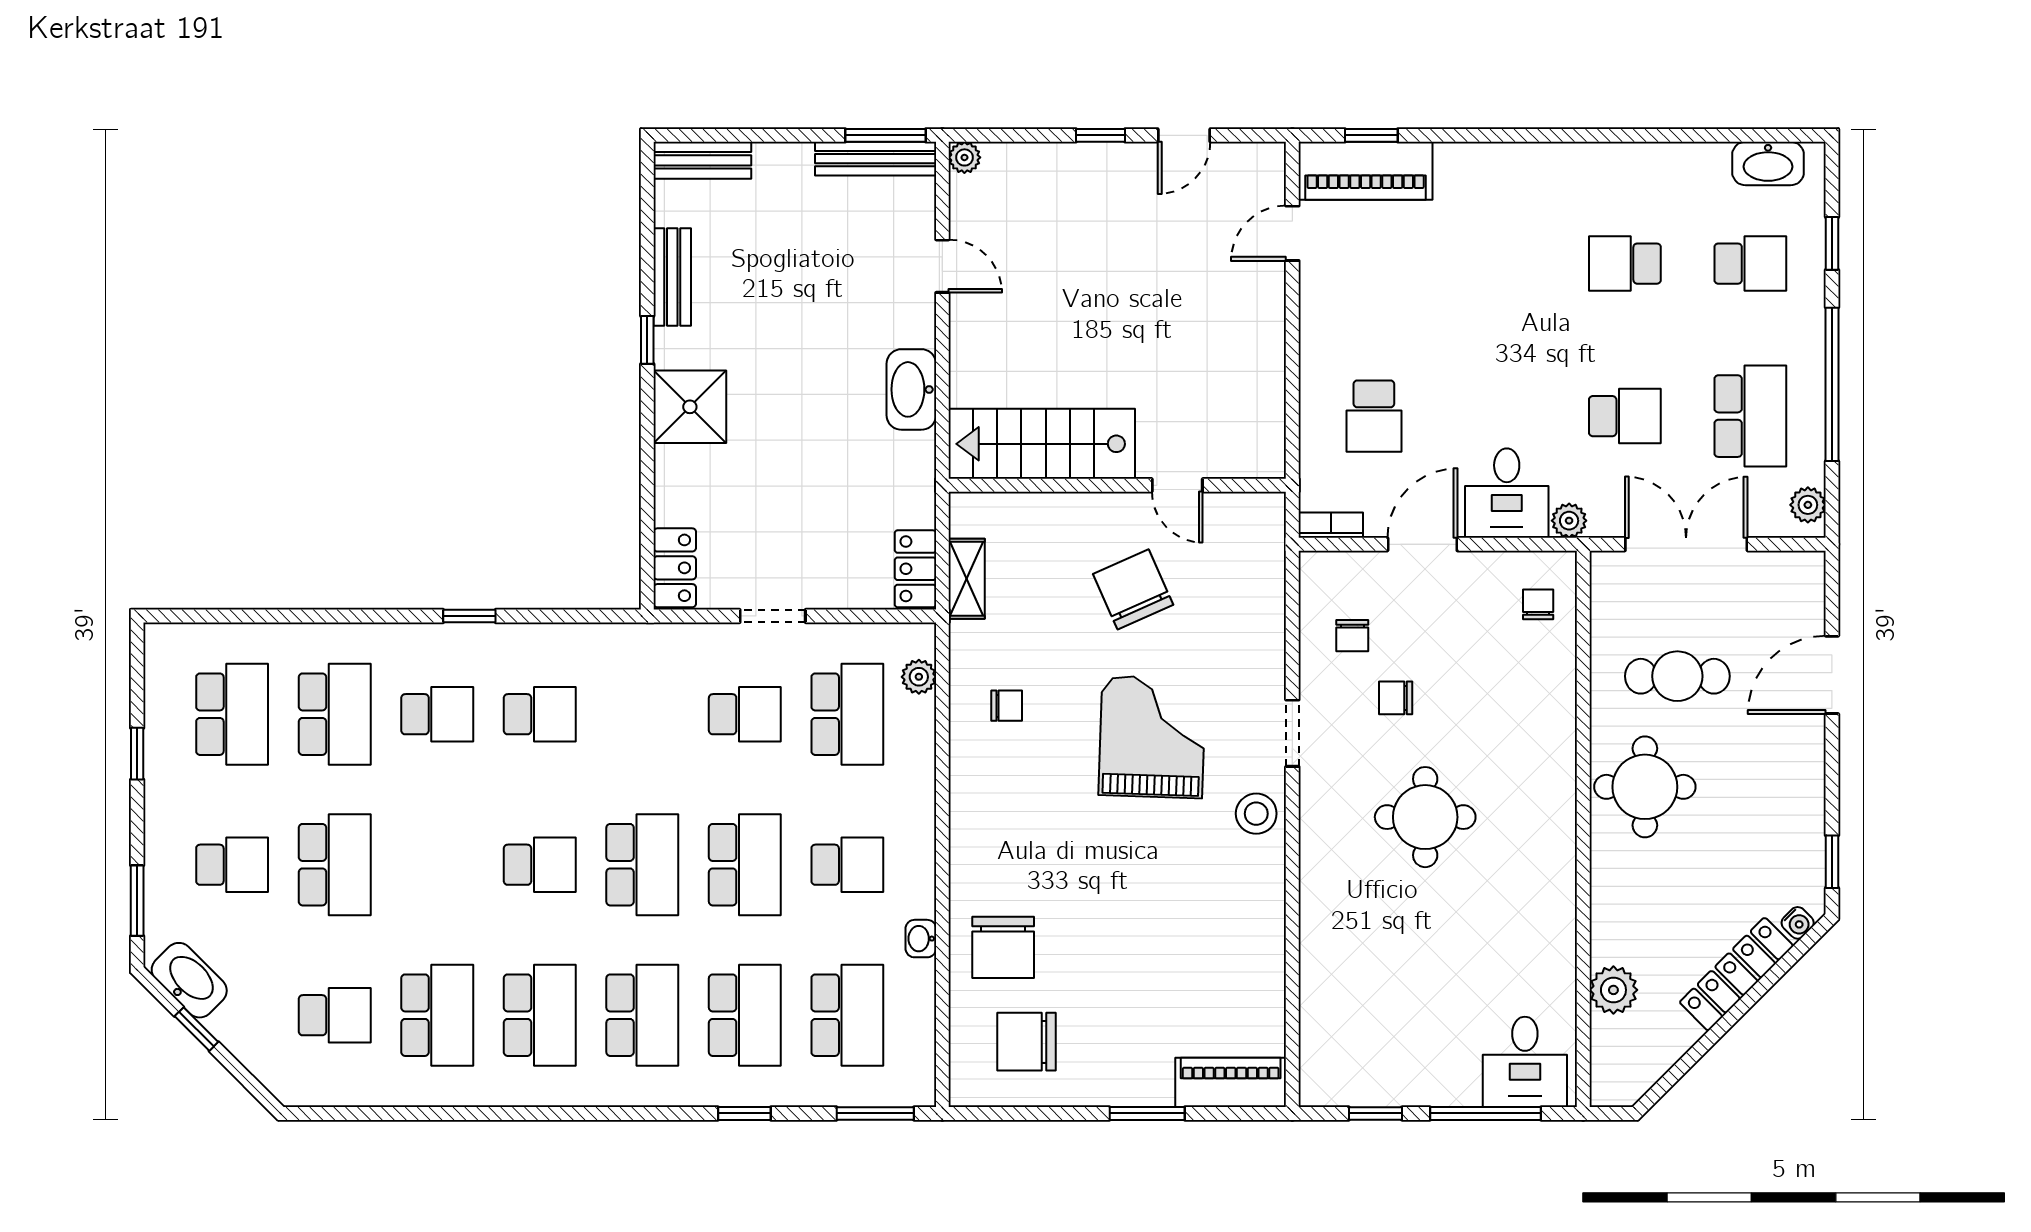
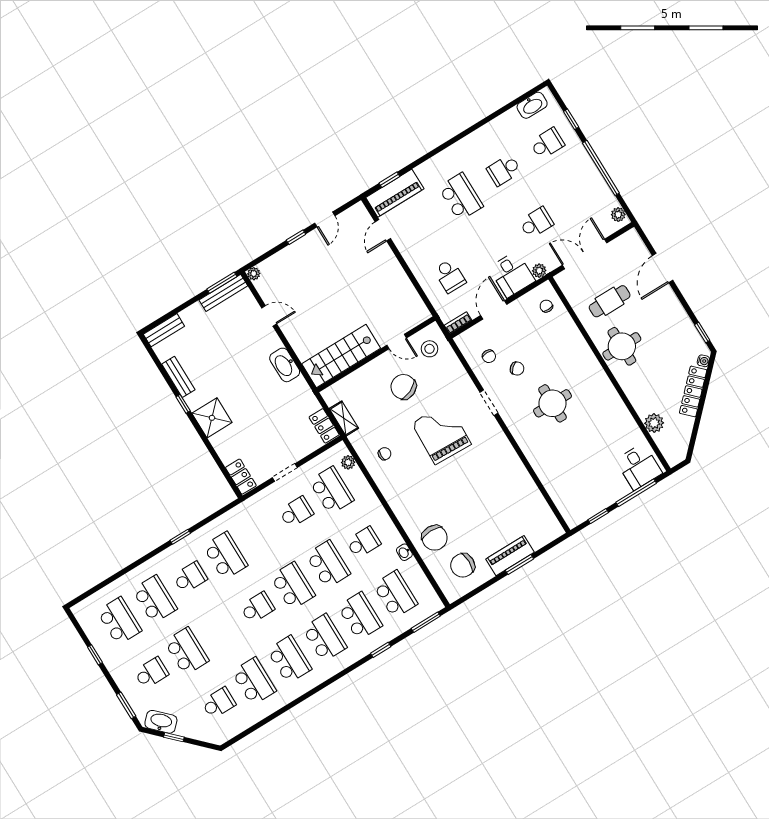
school desk: (1750, 416) -> (461, 197), moved
chair: (1396, 698) -> (517, 369), turned -133
school desk: (540, 714) -> (225, 556), width x1.85
stool: (1256, 814) -> (429, 349), moved
piano: (1231, 1082) -> (510, 556), moved

